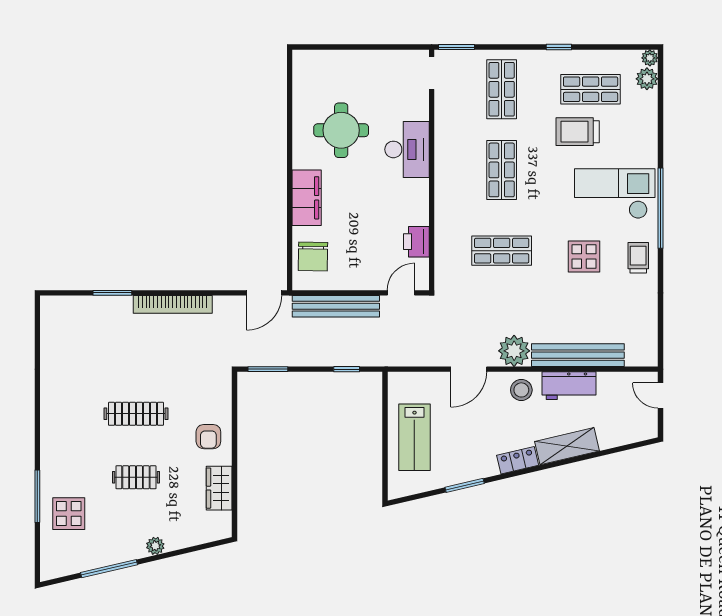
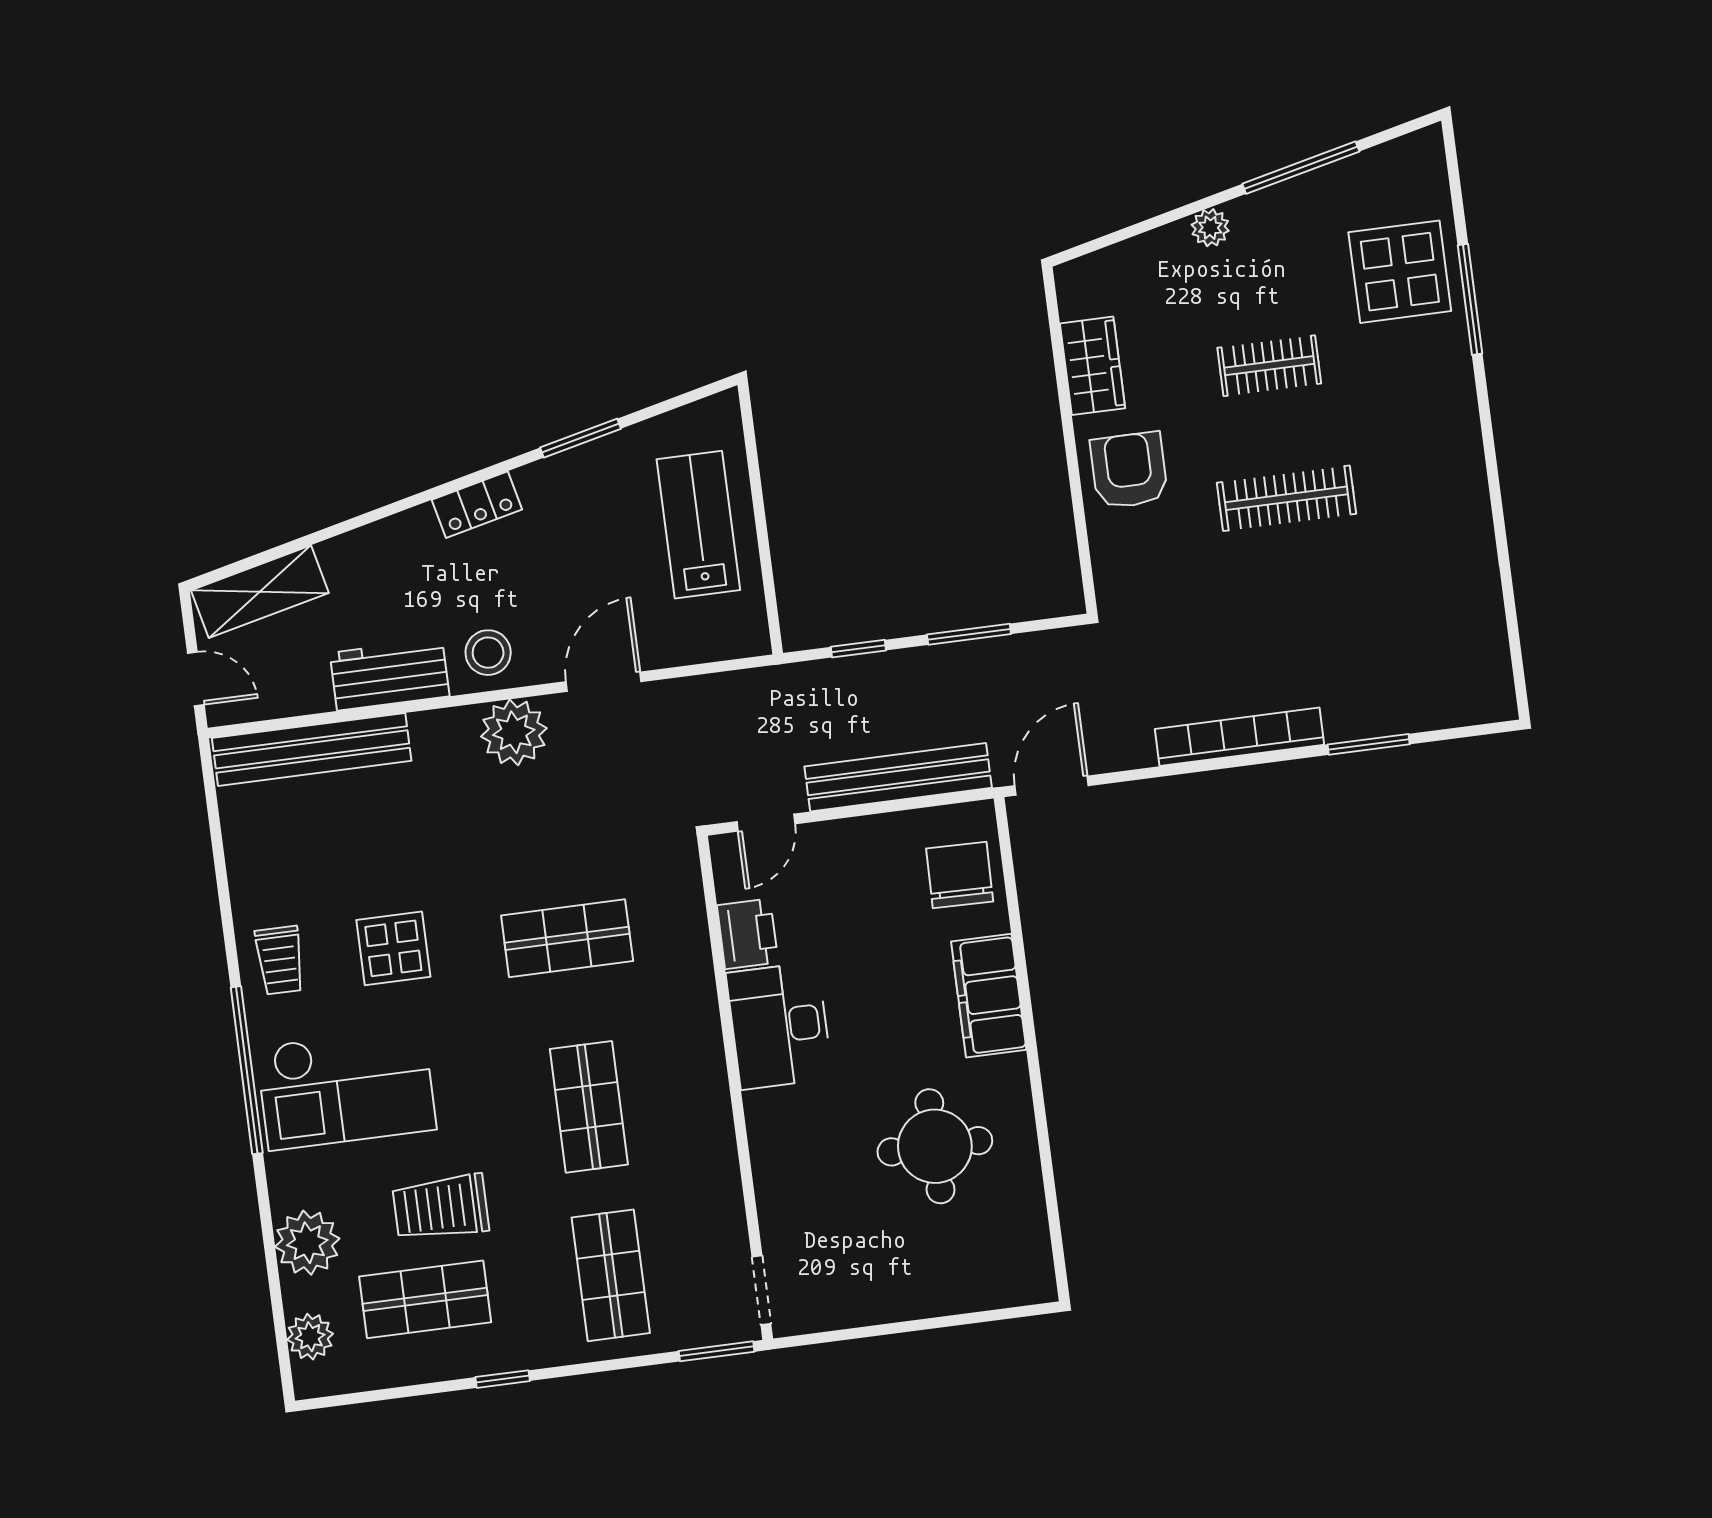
plant: (650, 58) -> (307, 1243), moved, width x1.88, depth x1.88
trolley: (578, 132) -> (441, 1207), turned 180
desk: (407, 149) -> (779, 1026), moved
bench: (578, 355) -> (312, 749), moved
window: (268, 369) -> (969, 634), moved
armchair: (208, 437) -> (1129, 470), width x1.38, depth x1.38
shelving: (567, 446) -> (260, 592), moved
display table: (69, 514) -> (1400, 272), width x1.36, depth x1.36

